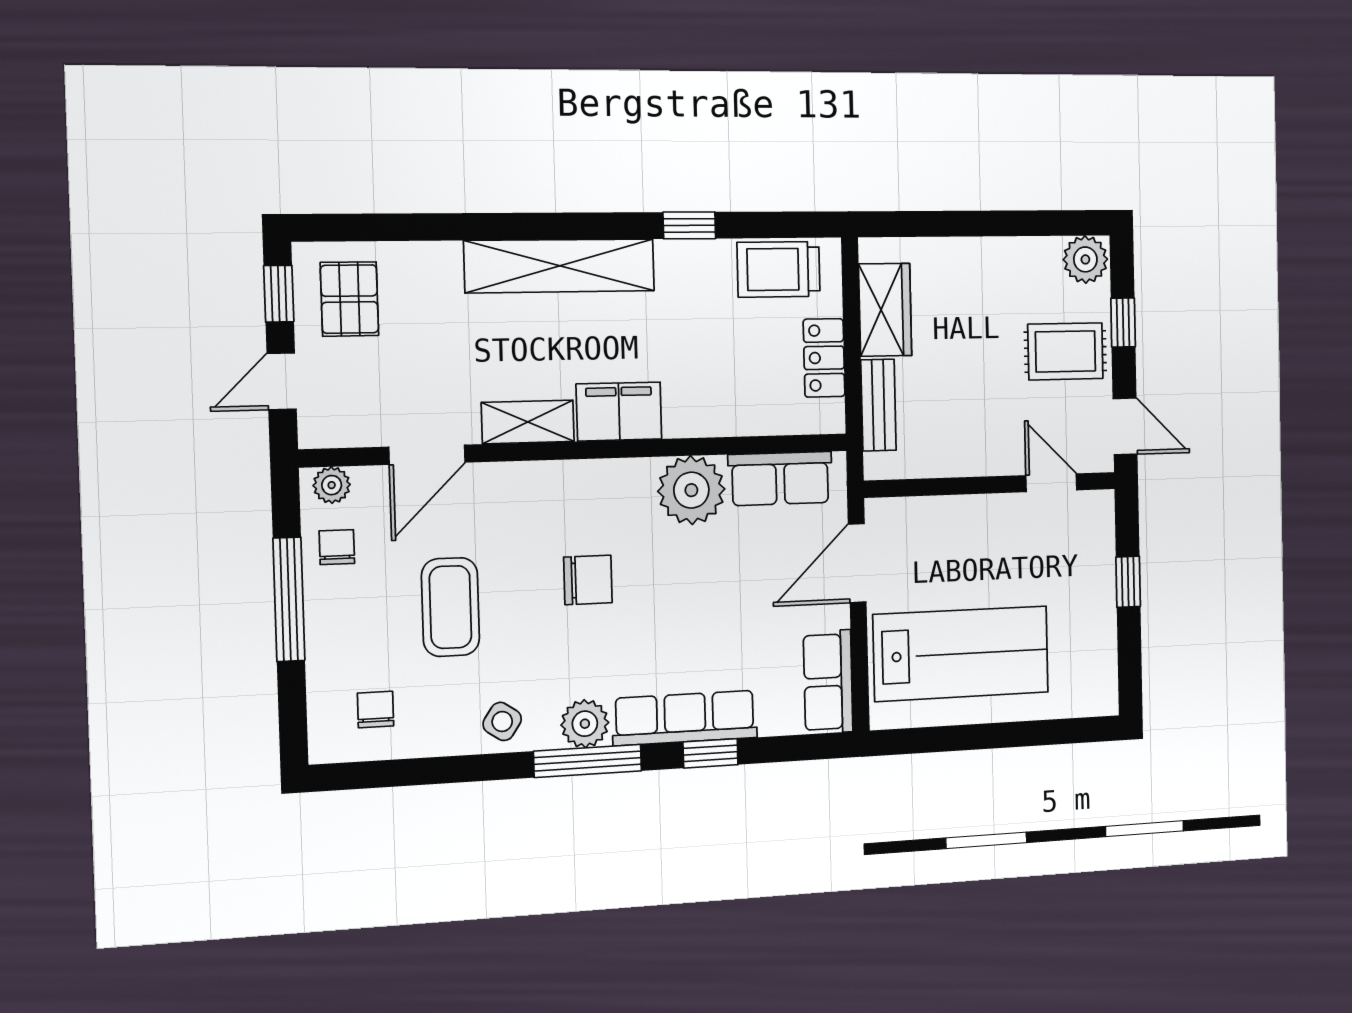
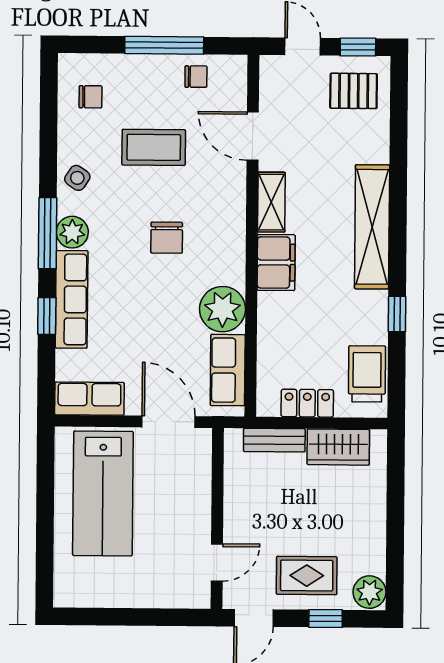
rug: (1065, 351) -> (307, 576), turned 90
plant: (332, 485) -> (236, 75), removed
window: (1128, 582) -> (146, 617), removed

